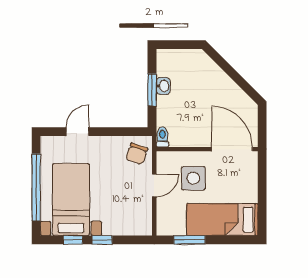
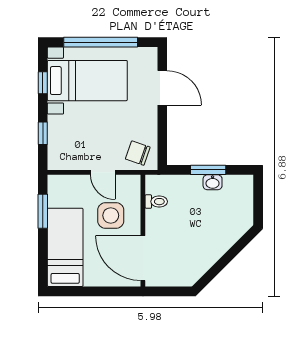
door: (78, 132) -> (162, 88), width x1.38
toilet: (162, 137) -> (156, 202), moved
door: (232, 149) -> (143, 258), swing flipped
window: (102, 240) -> (43, 133), moved

